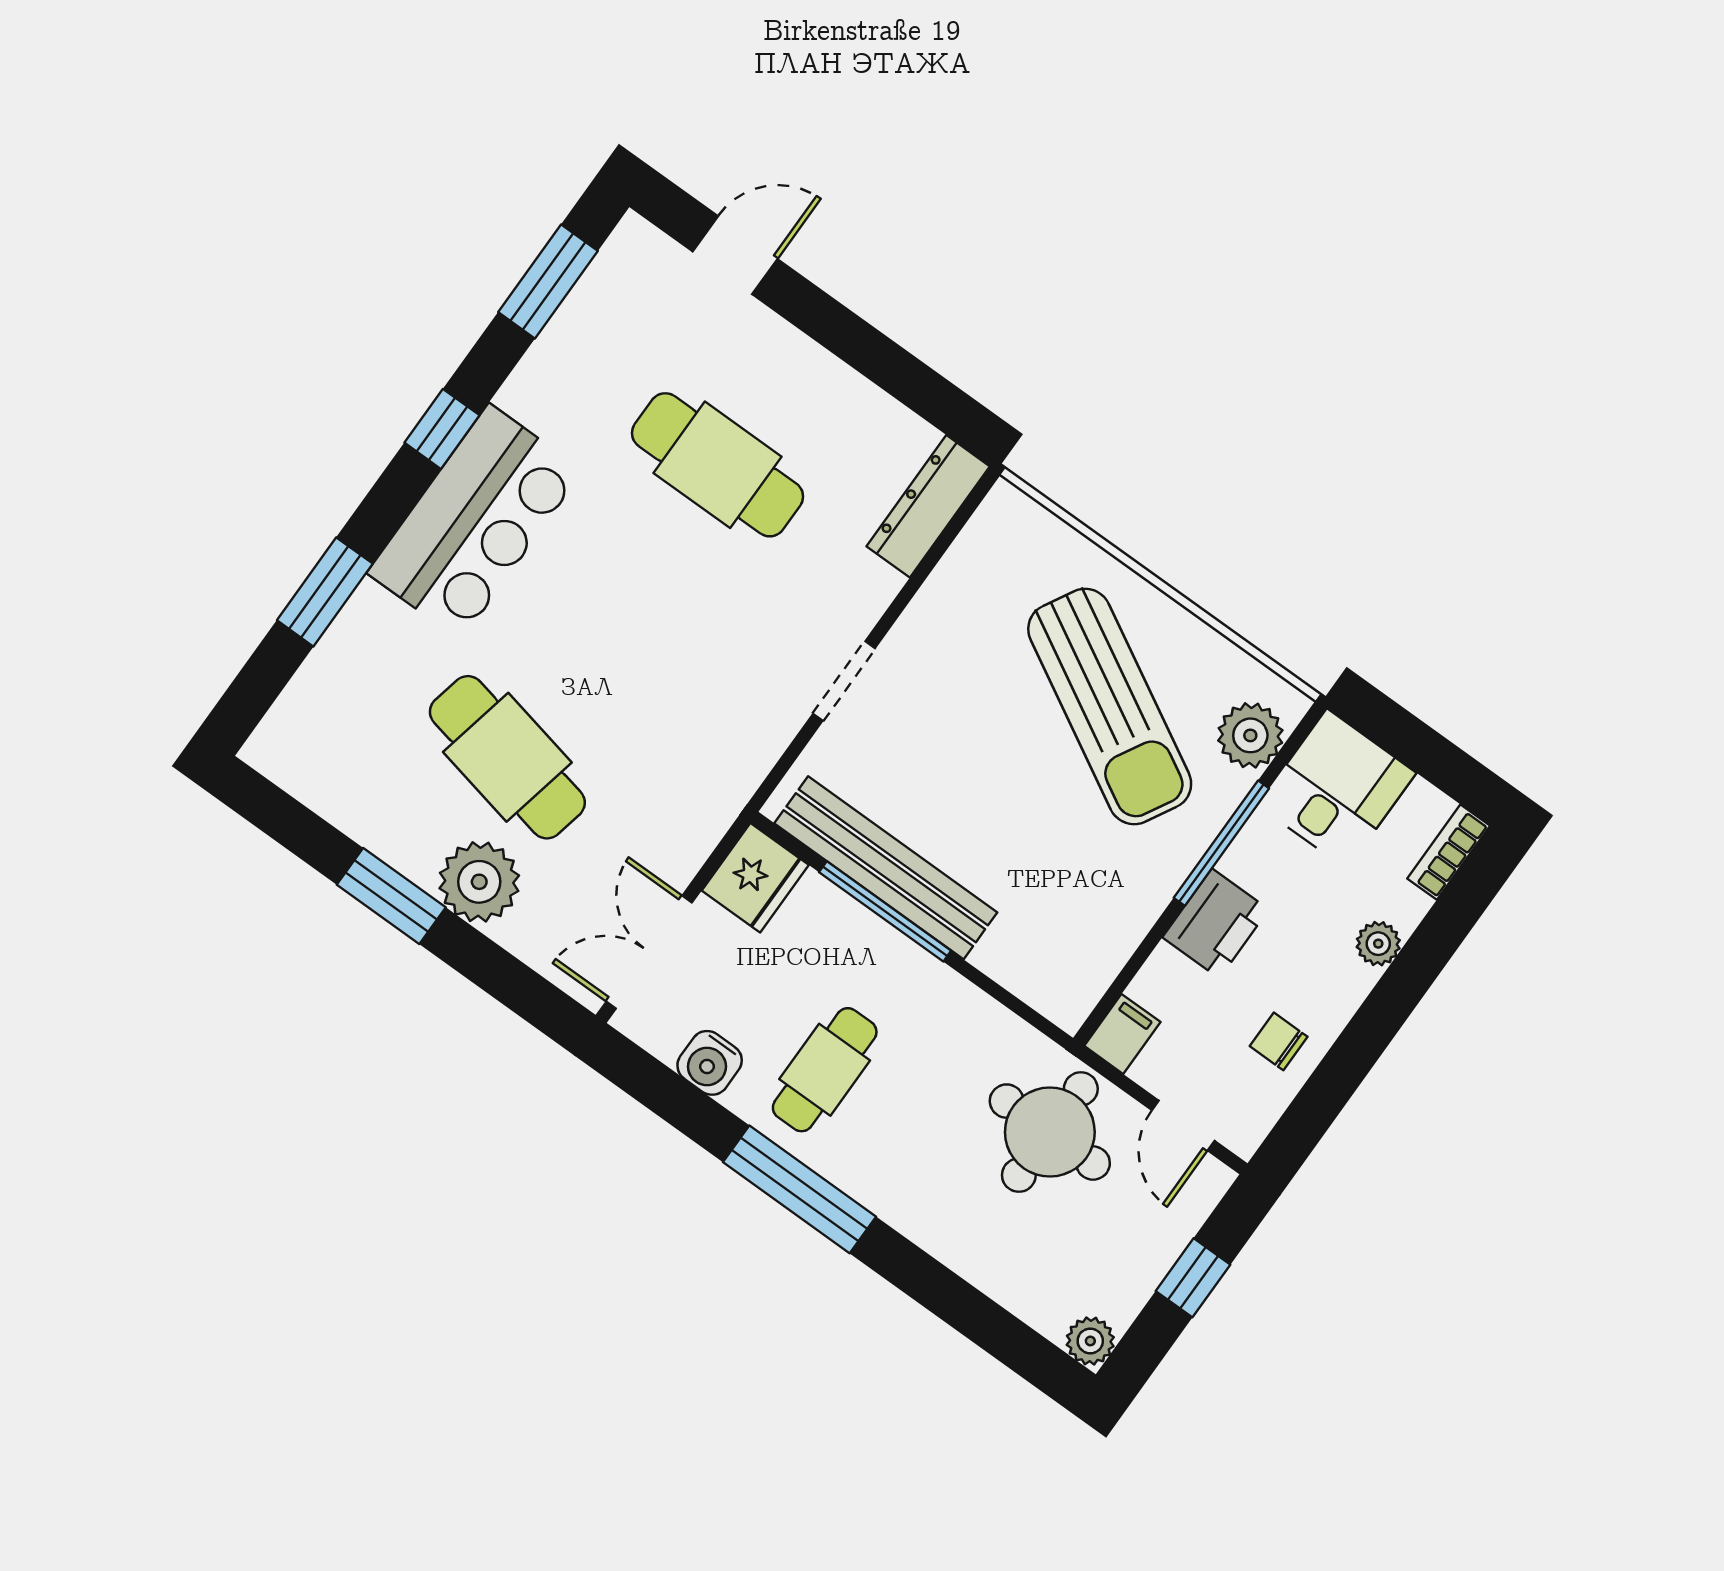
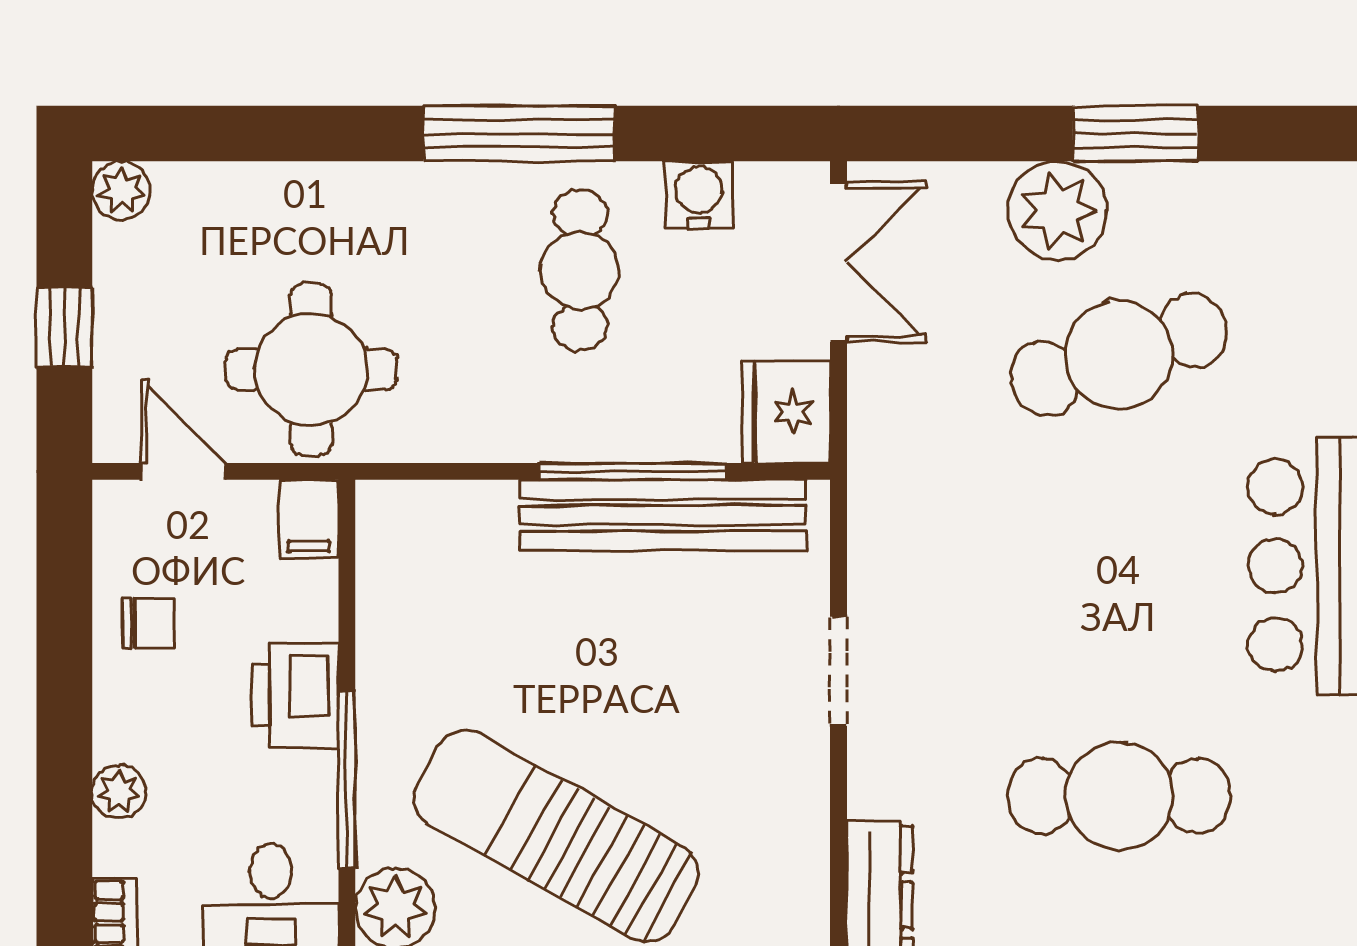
cafe table: (507, 757) -> (1119, 355), turned -30

